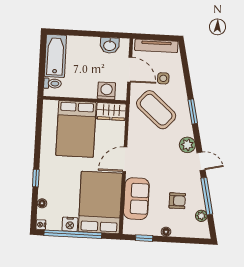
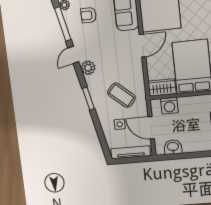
coffee table: (156, 110) -> (121, 95), width x0.73, depth x0.76
door: (201, 161) -> (73, 55), hinge flipped

